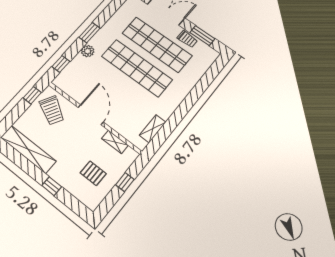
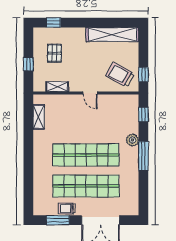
window: (90, 33) -> (143, 156), width x1.44
door: (91, 115) -> (90, 93), width x0.53
pallet: (93, 173) -> (54, 53), turned 90
window: (52, 186) -> (53, 23), moved

